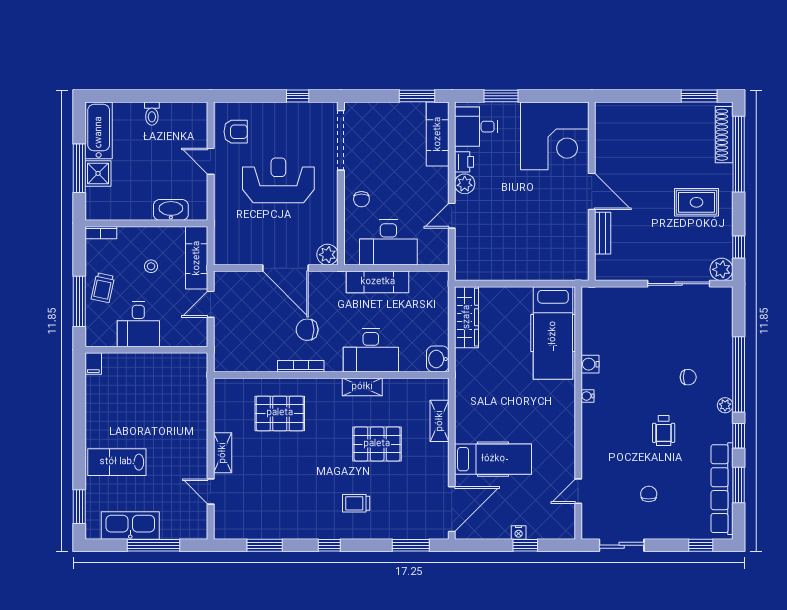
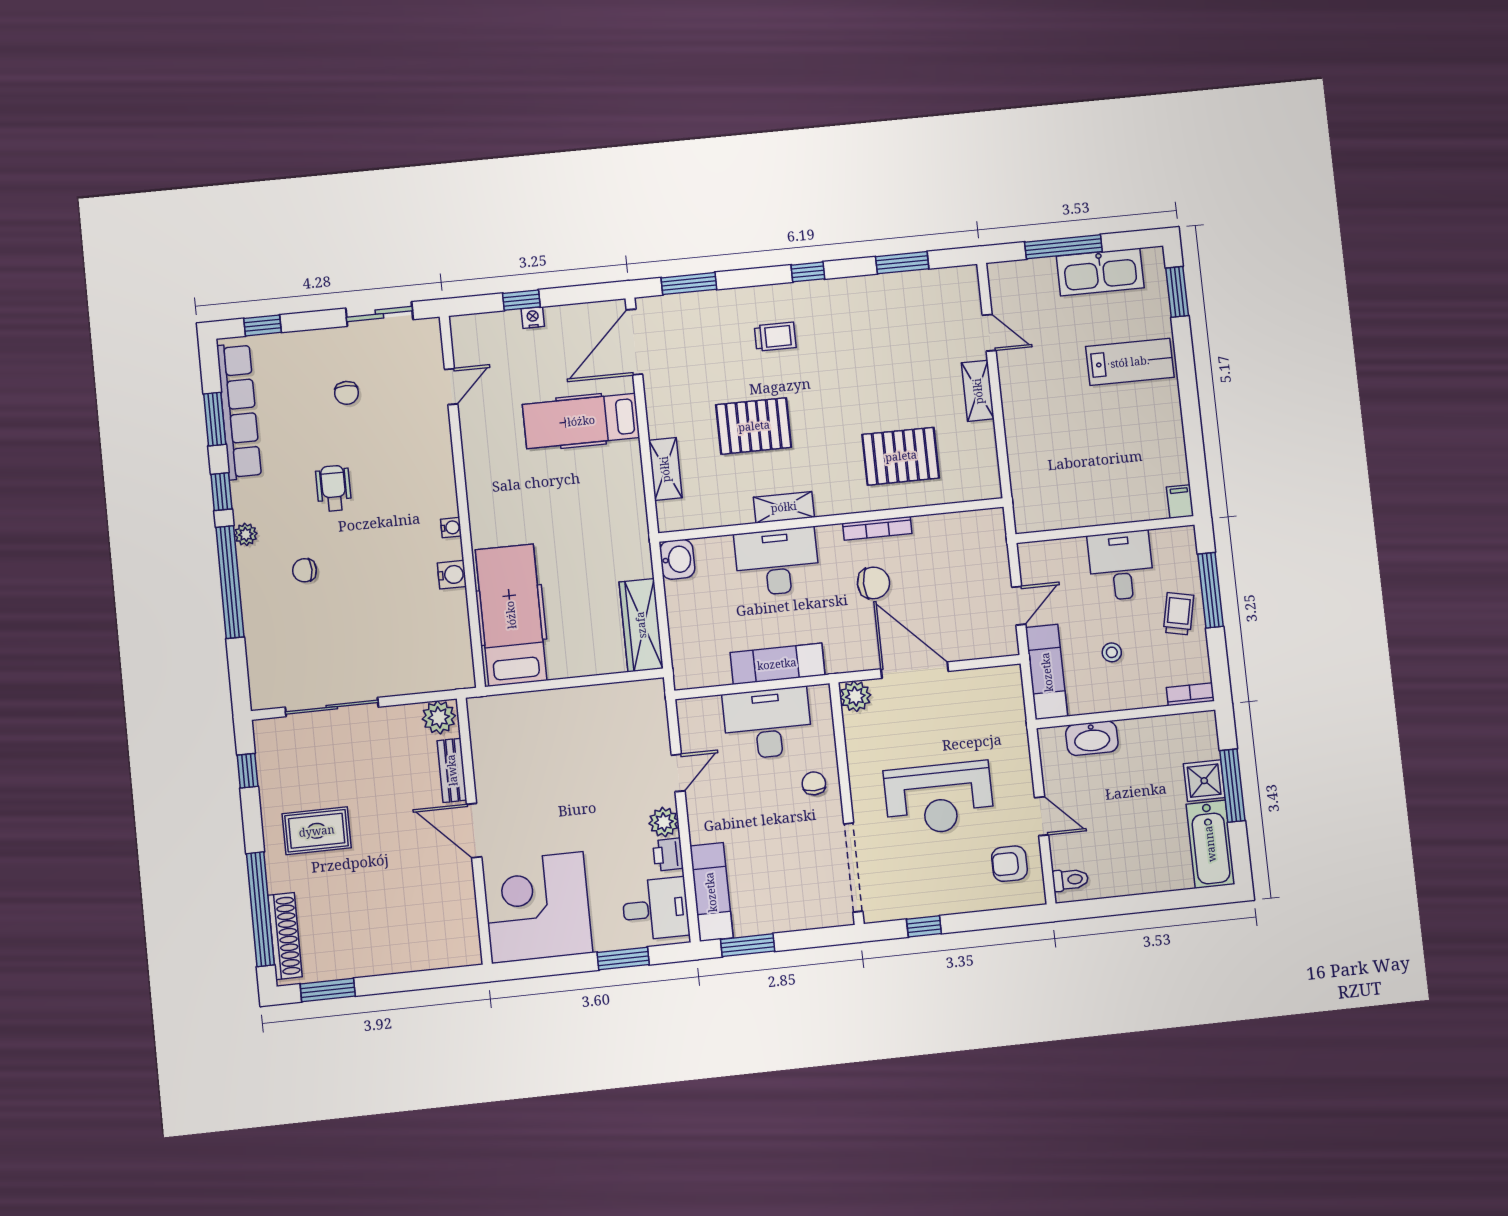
toilet: (152, 114) -> (1070, 880), moved, turned 90
plant: (721, 269) -> (439, 717), moved

